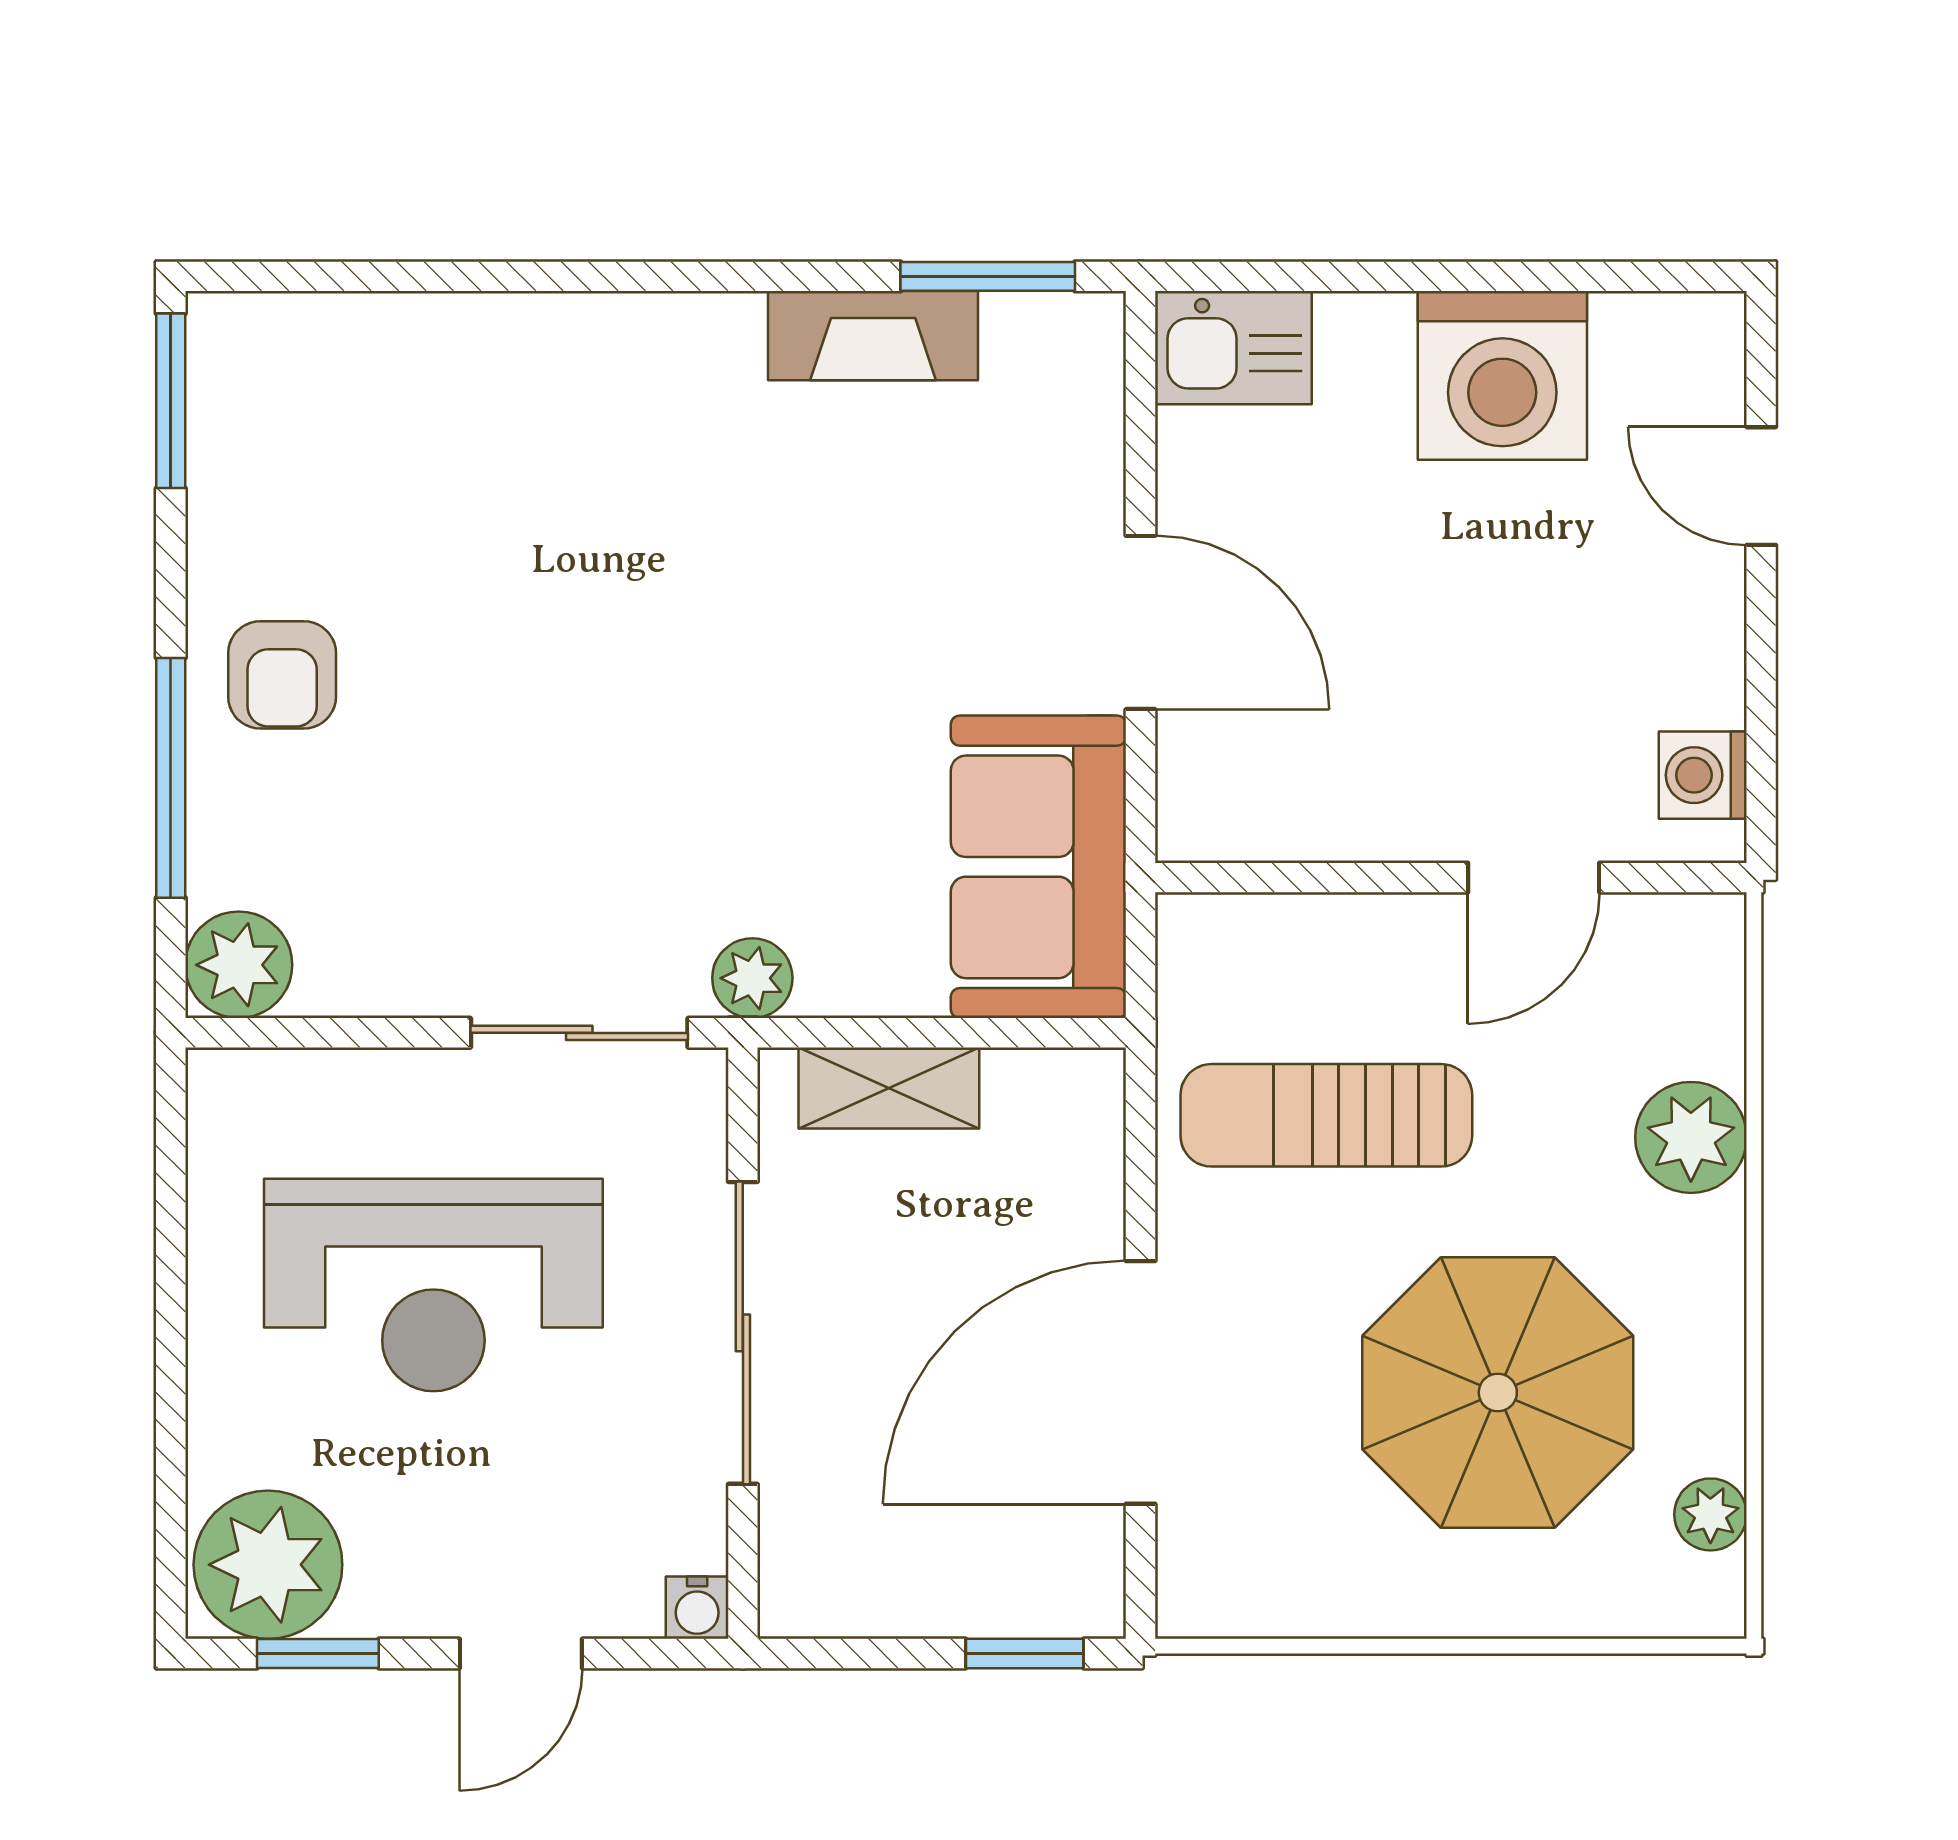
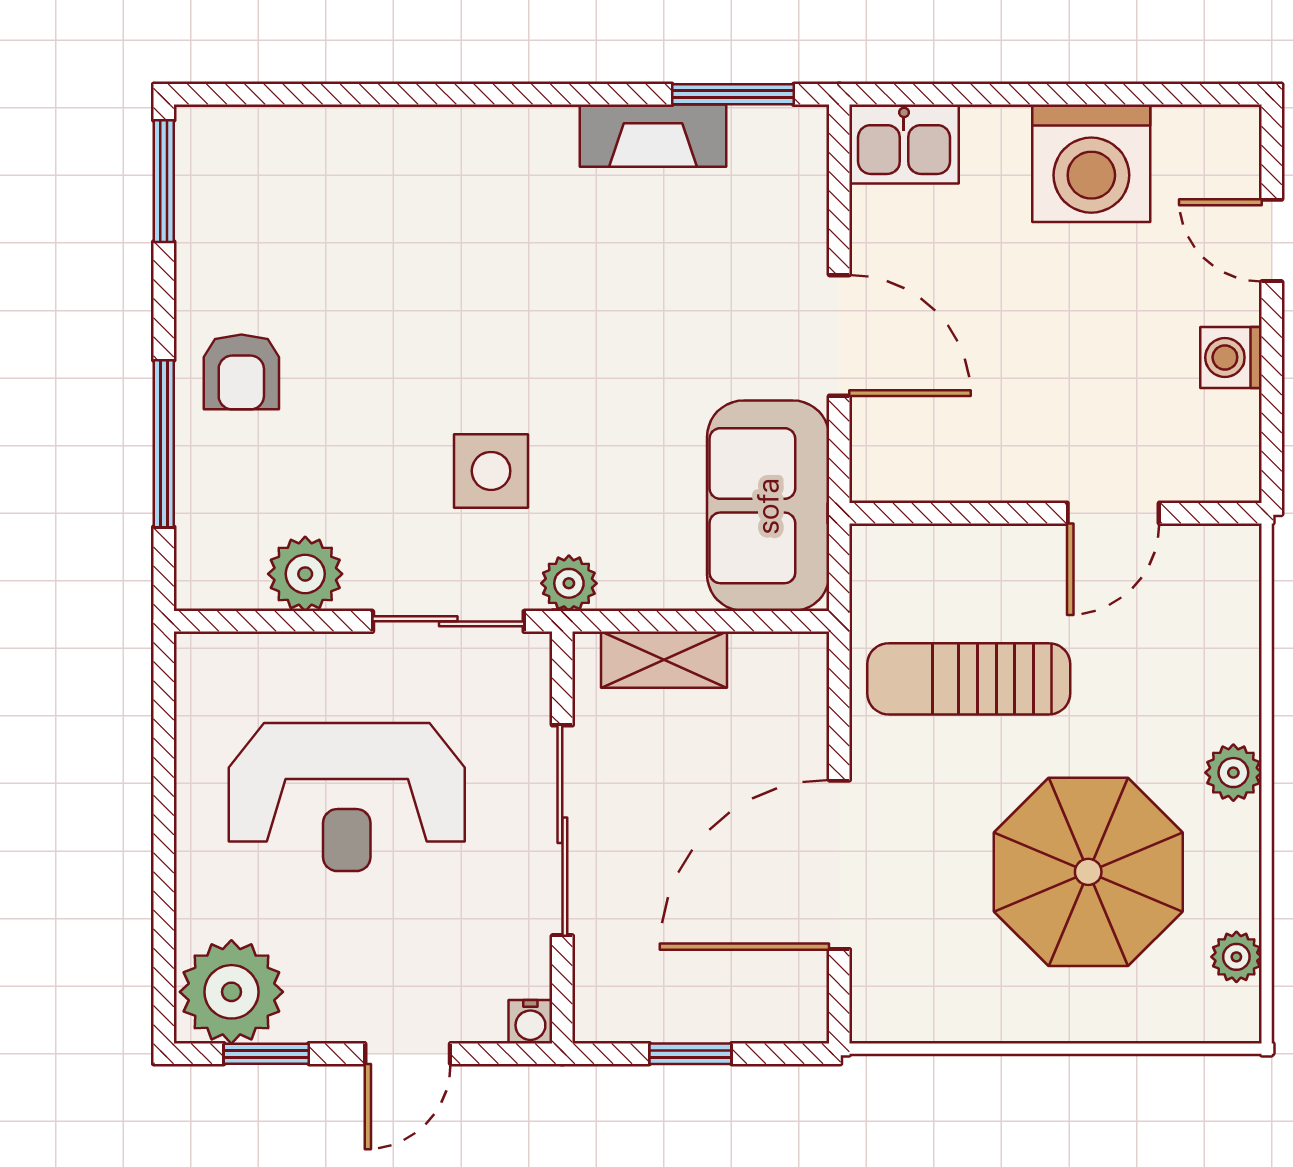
washing machine: (1703, 775) -> (1231, 357), moved
side table: (641, 817) -> (491, 471), added
plant: (239, 965) -> (305, 574), moved
plant: (1691, 1137) -> (1233, 773), moved, width x0.73, depth x0.73
window: (1025, 1653) -> (690, 1054), moved

